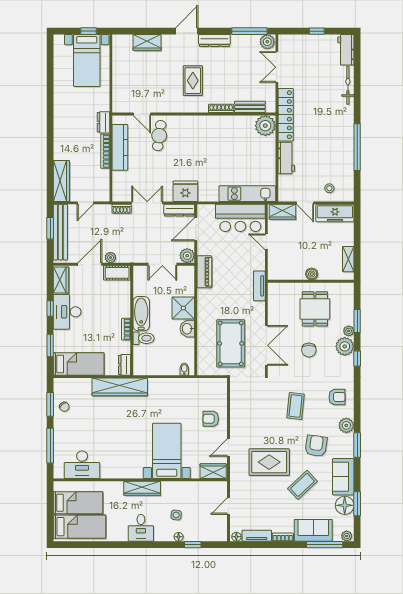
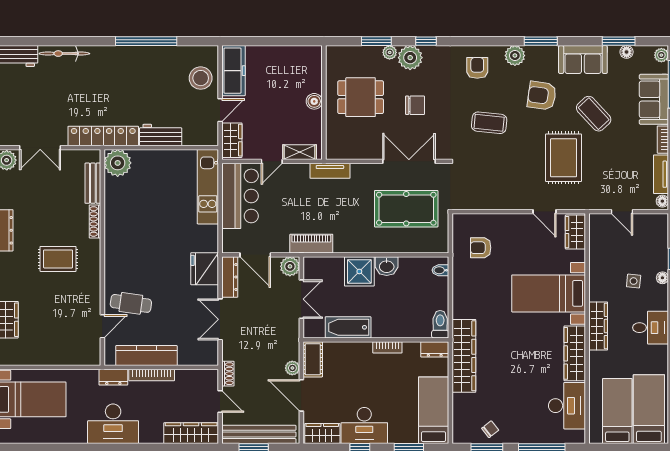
desk: (68, 122) -> (113, 424), added
stool: (329, 188) -> (201, 78), width x1.89, depth x1.89
shoe rack: (122, 209) -> (228, 374), moved
shelving: (348, 259) -> (300, 152), moved
bathtub: (141, 314) -> (348, 327), moved
toilet: (144, 338) -> (440, 324), moved
armchair: (211, 419) -> (481, 248), moved, turned 90
wardrobe: (122, 471) -> (575, 353), added
floor lamp: (345, 505) -> (627, 52), width x0.53, depth x0.53

